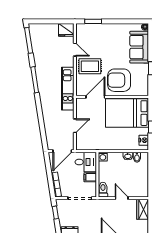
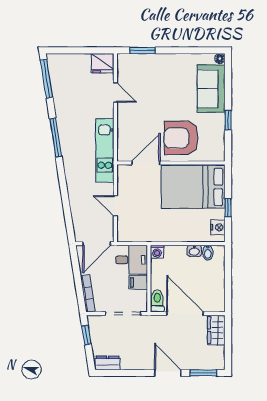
rug: (90, 66) -> (138, 117), removed
door: (75, 126) -> (115, 206), swing flipped
door: (122, 198) -> (185, 314), width x1.87

